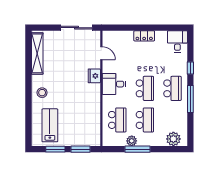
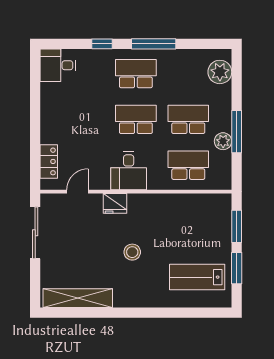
locker: (144, 36) -> (49, 161), moved
stool: (42, 93) -> (132, 252), moved

